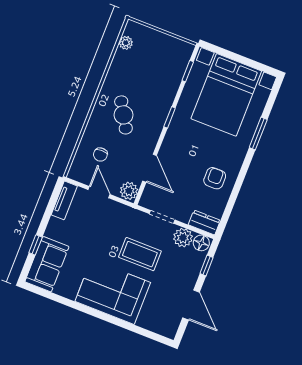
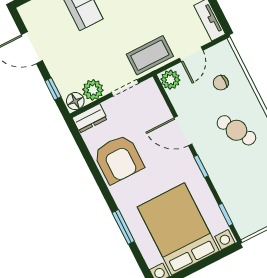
chair: (100, 155) -> (221, 83), turned -90
door: (150, 168) -> (183, 131), moved
armchair: (215, 178) -> (118, 159), width x1.88, depth x1.88
door: (99, 192) -> (191, 54), hinge flipped
coffee table: (140, 254) -> (150, 55), moved

